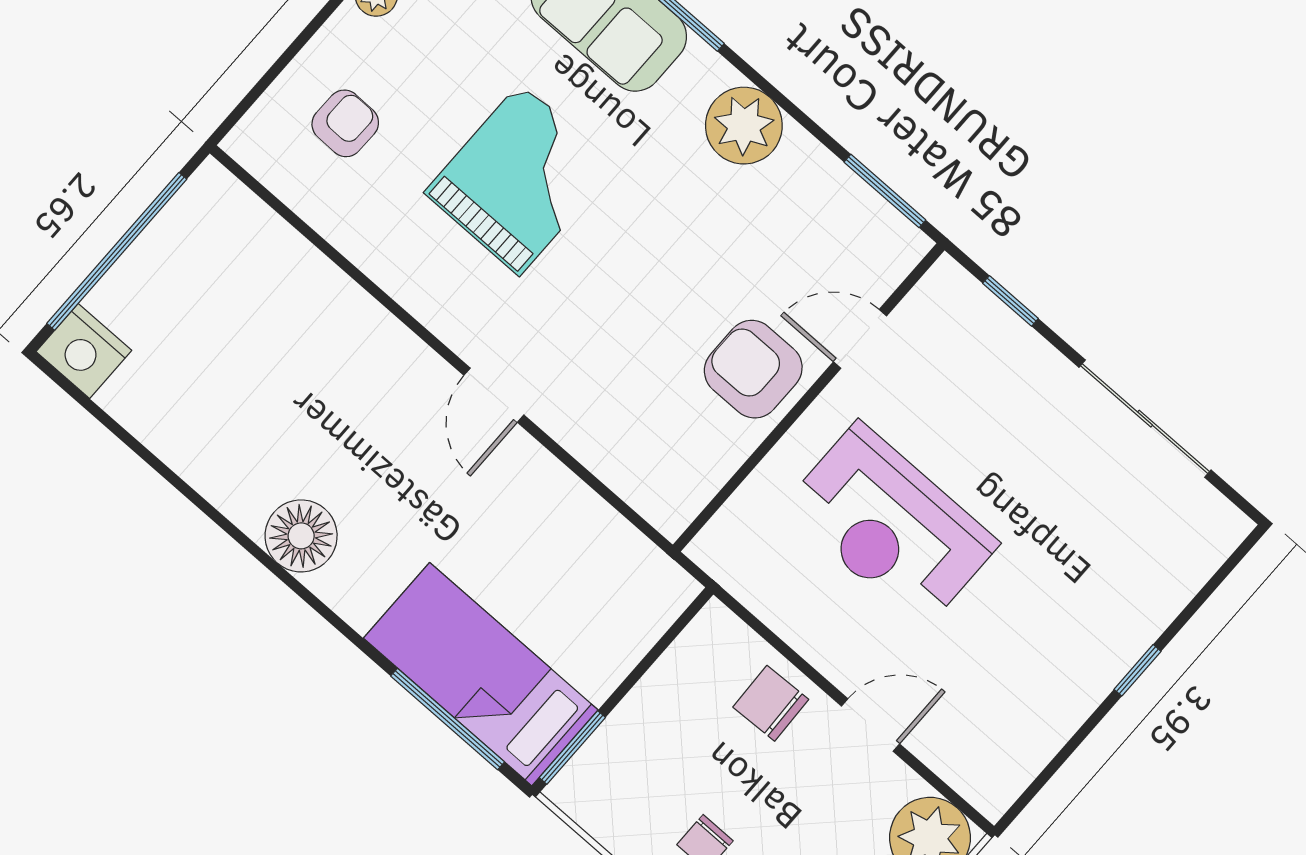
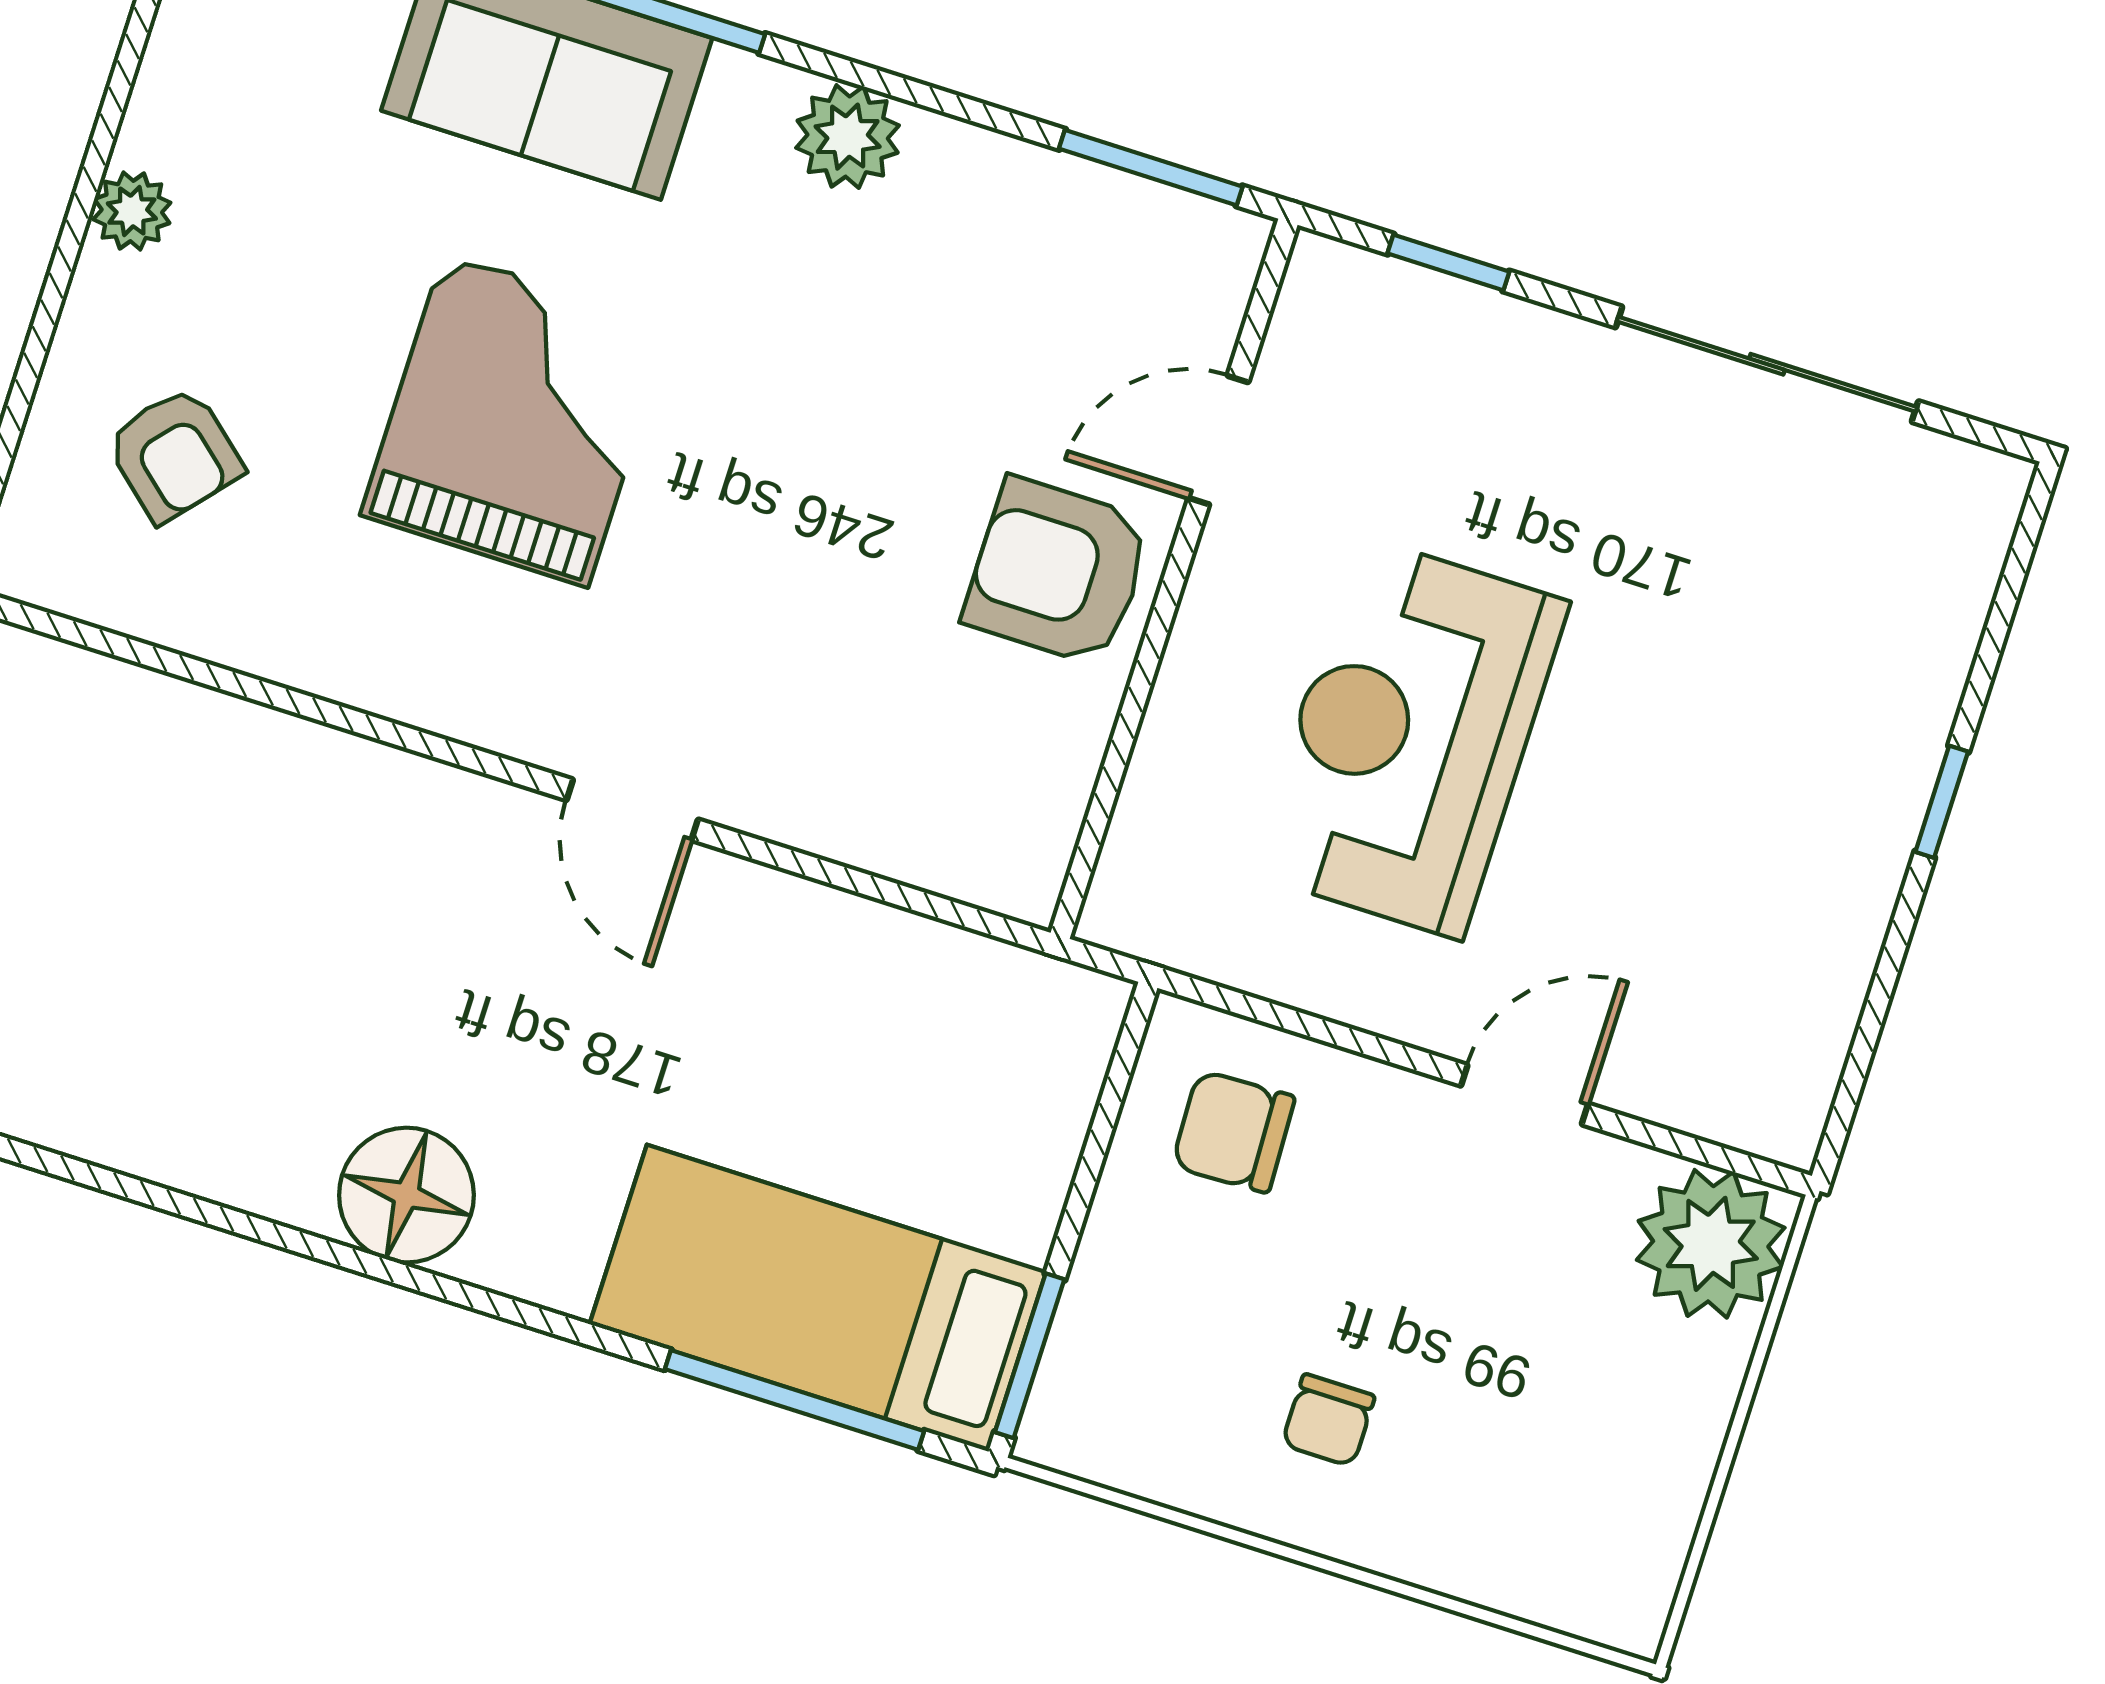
armchair: (345, 123) -> (174, 454), turned 130
plant: (744, 126) -> (848, 137), width x0.73, depth x0.73
reception desk: (890, 526) -> (1410, 738), turned 90
chair: (771, 703) -> (1233, 1132), moved

